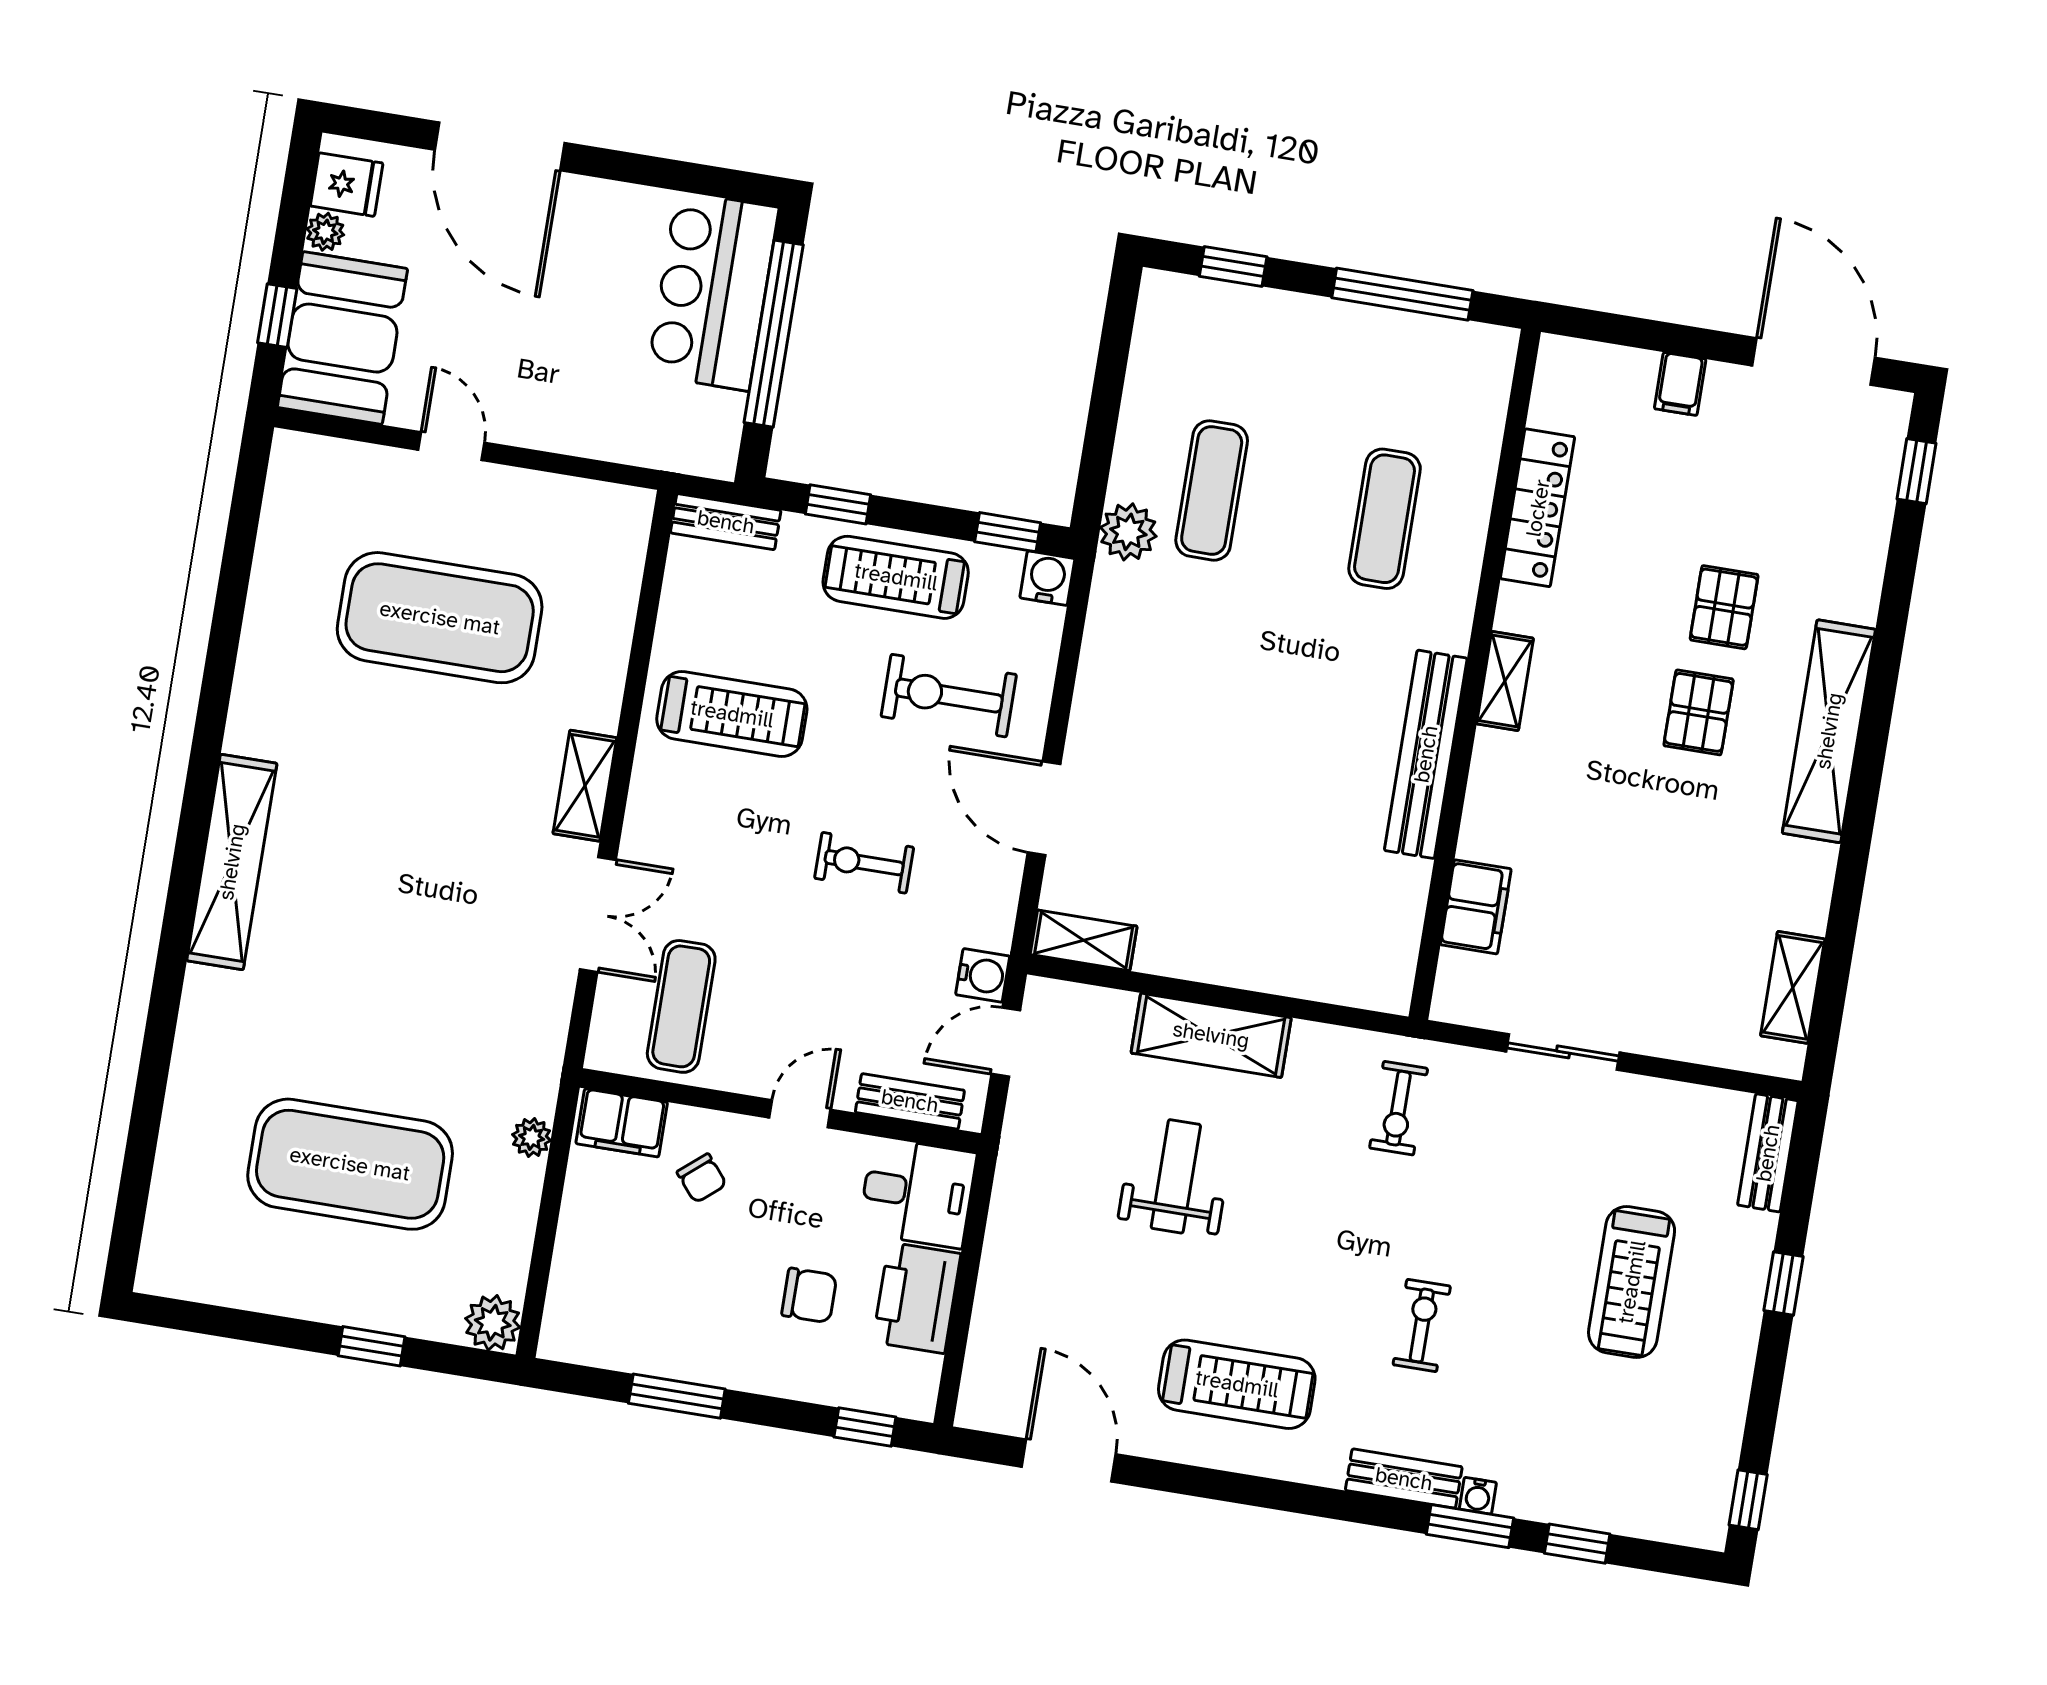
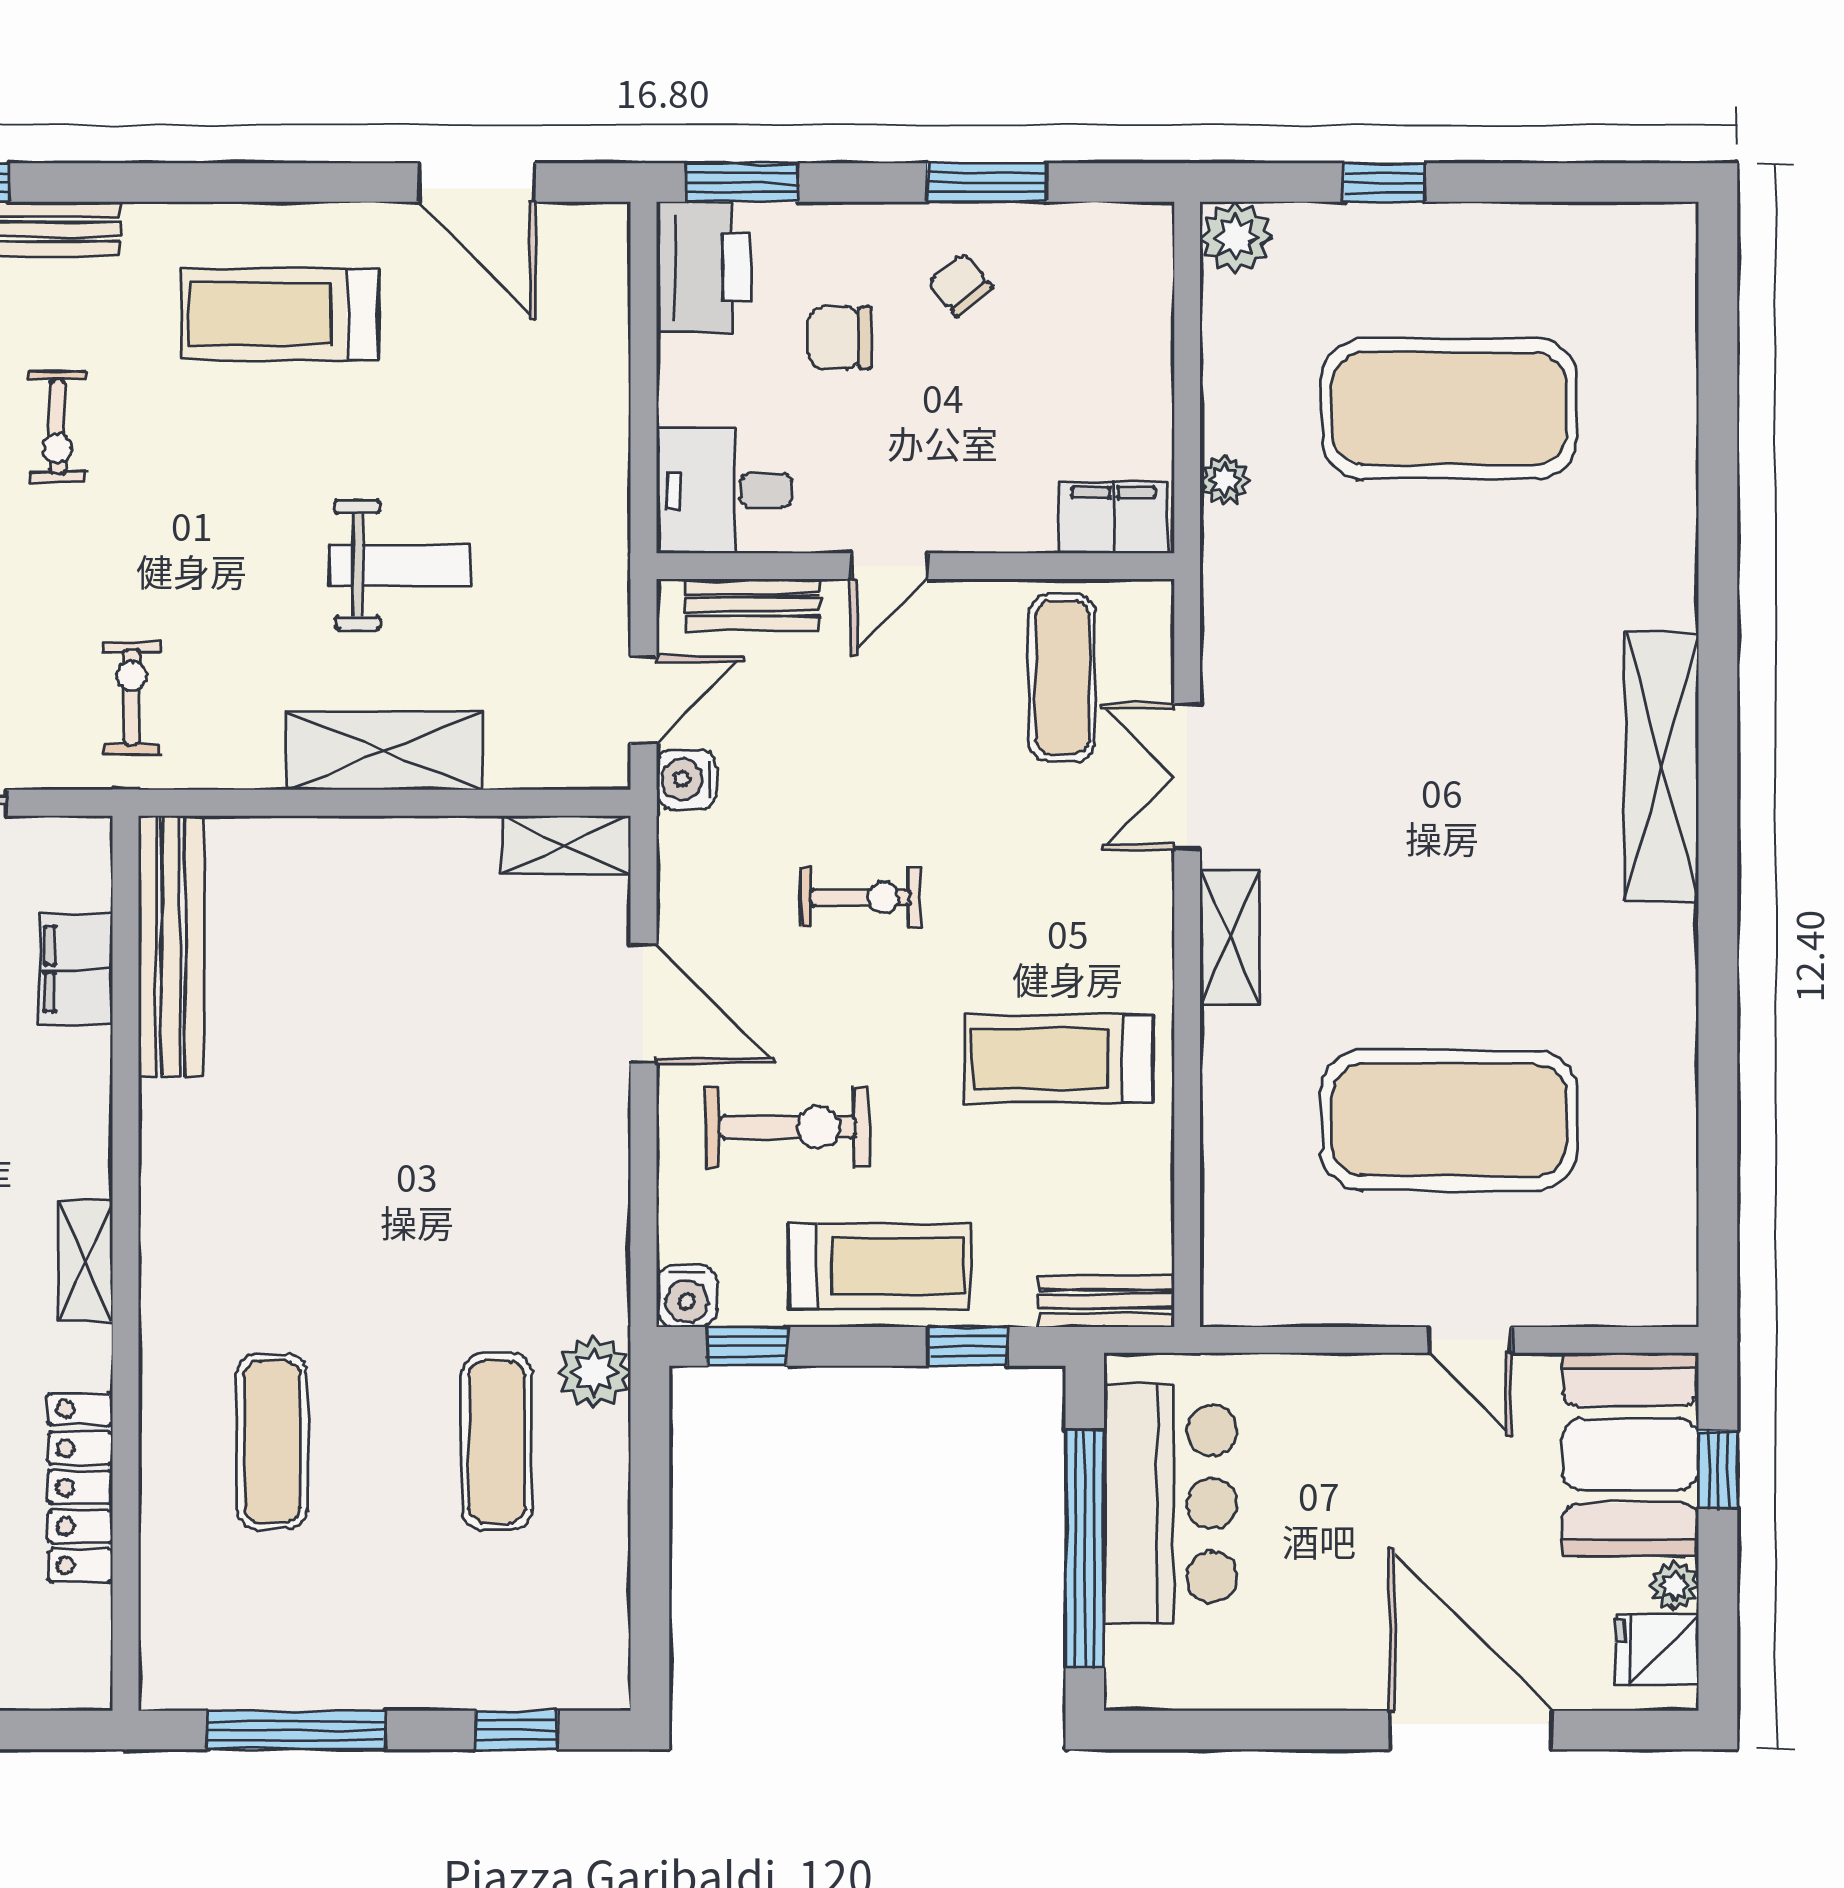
bar counter: (713, 291) -> (1171, 1504), moved
bench: (1426, 754) -> (171, 946), moved
weight bench: (1176, 1176) -> (400, 565), turned -90
chair: (702, 1178) -> (960, 285), moved
printer: (917, 1298) -> (703, 267), moved
window: (865, 1427) -> (742, 182), width x1.50

